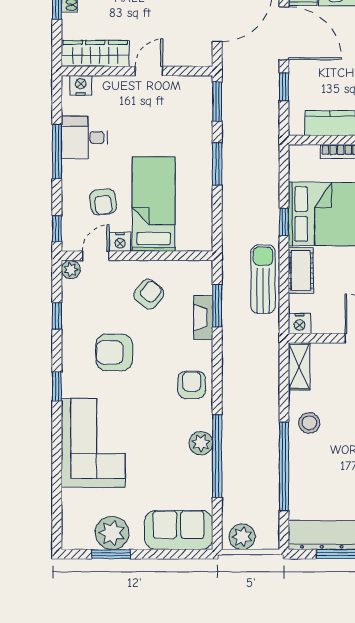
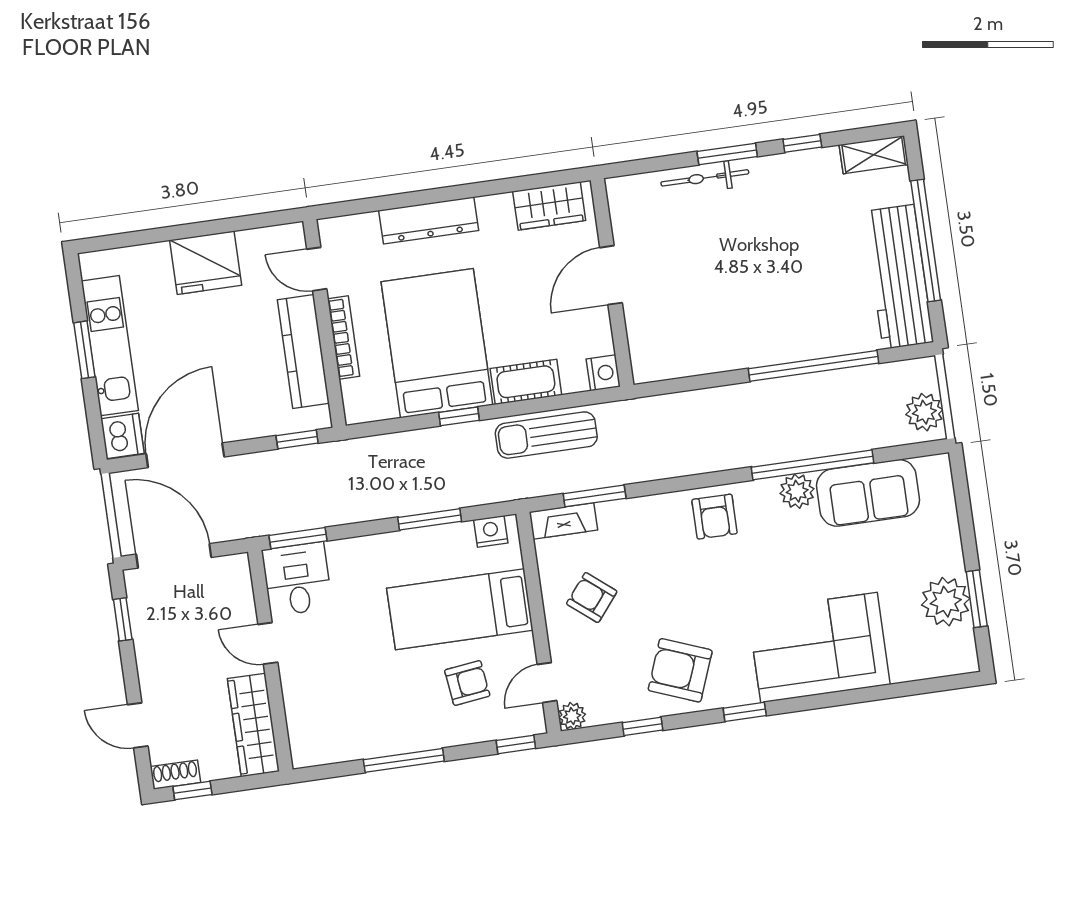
nightstand: (81, 85) -> (303, 740), removed
window: (284, 87) -> (297, 439), moved
desk: (84, 138) -> (297, 579), moved, turned 180
window: (217, 164) -> (430, 519), moved
nightstand: (120, 242) -> (491, 531), moved, turned -90
door: (96, 256) -> (547, 683), hinge flipped
fireplace: (203, 318) -> (563, 521), moved
armchair: (114, 352) -> (680, 670), moved, turned 111
shelving: (299, 366) -> (665, 365), removed
armchair: (192, 385) -> (715, 517), turned -90
stool: (309, 423) -> (745, 338), removed
sofa: (179, 530) -> (868, 493), moved, turned -90

